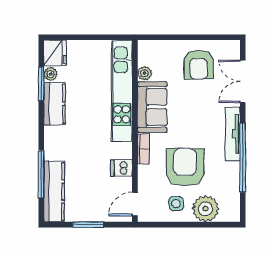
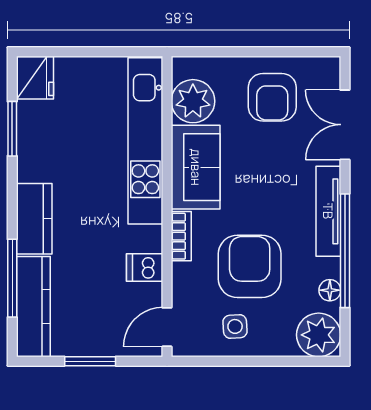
plant: (145, 73) -> (193, 101), width x1.87, depth x1.87
plant: (51, 74) -> (28, 113), removed
kitchen counter: (55, 104) -> (34, 219), moved
floor lamp: (234, 182) -> (330, 290), added
plant: (205, 209) -> (319, 335), moved

